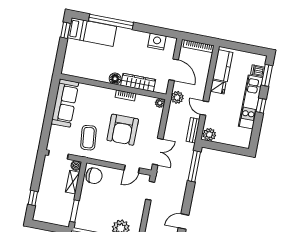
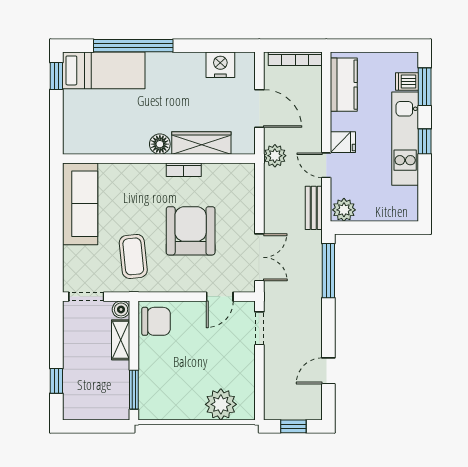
fridge: (218, 87) -> (343, 142), moved
plant: (160, 103) -> (247, 171), removed
armchair: (123, 130) -> (191, 231), turned 180

